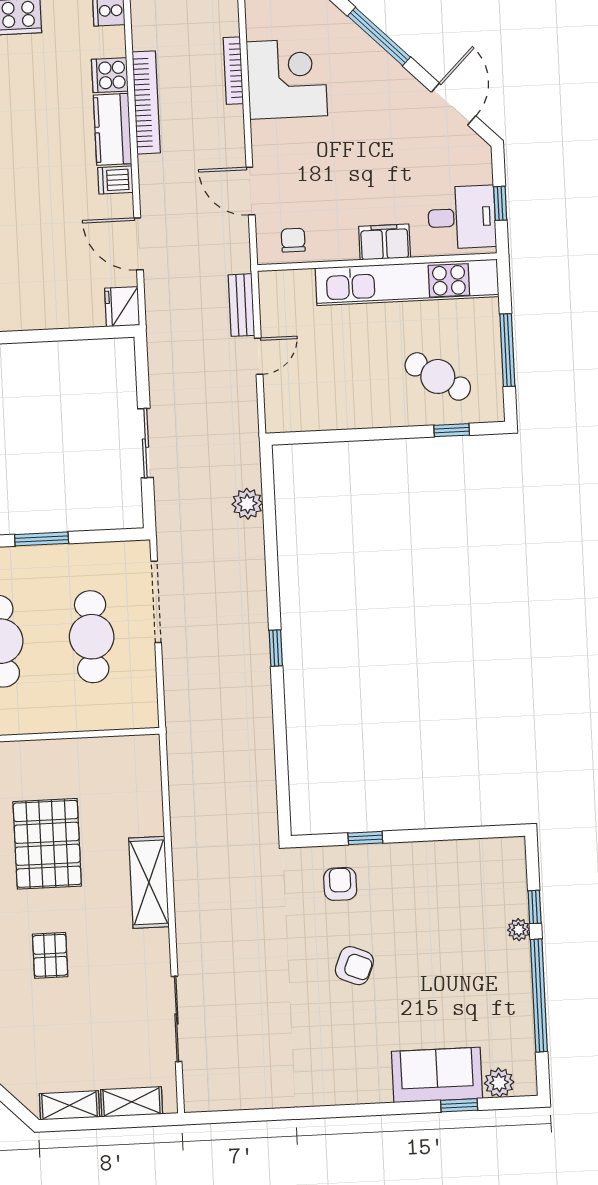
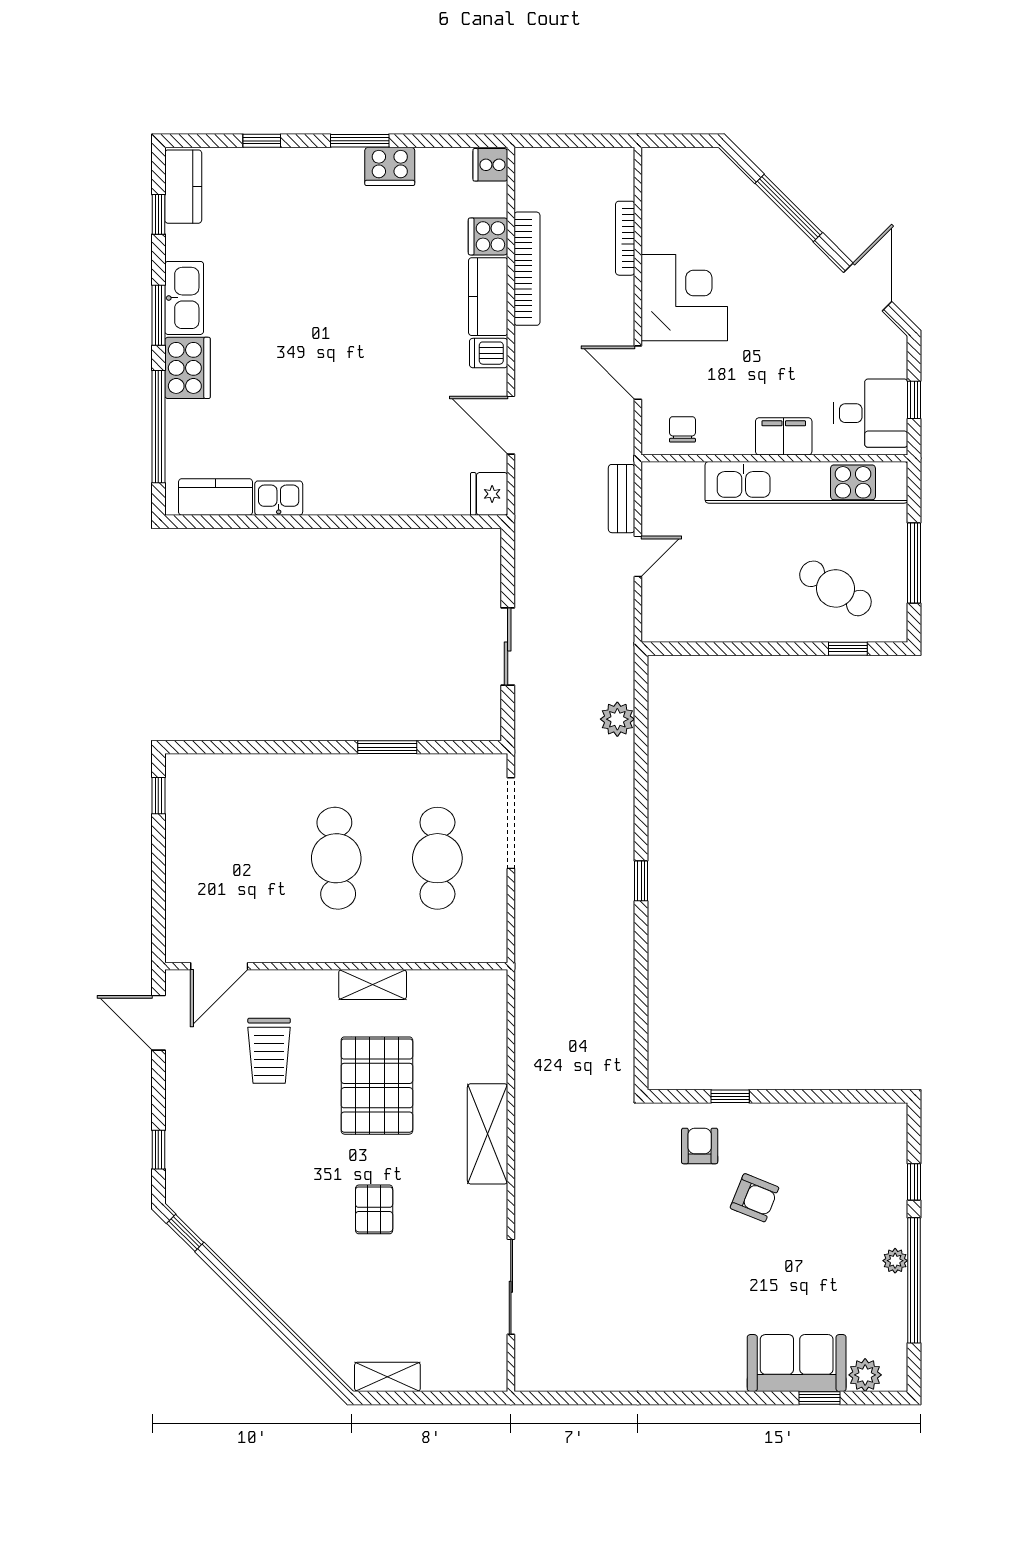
corner desk: (287, 79) -> (684, 298), moved
plant: (519, 930) -> (895, 1261), moved
armchair: (354, 966) -> (754, 1198), moved
shelving: (132, 1102) -> (373, 985), moved

